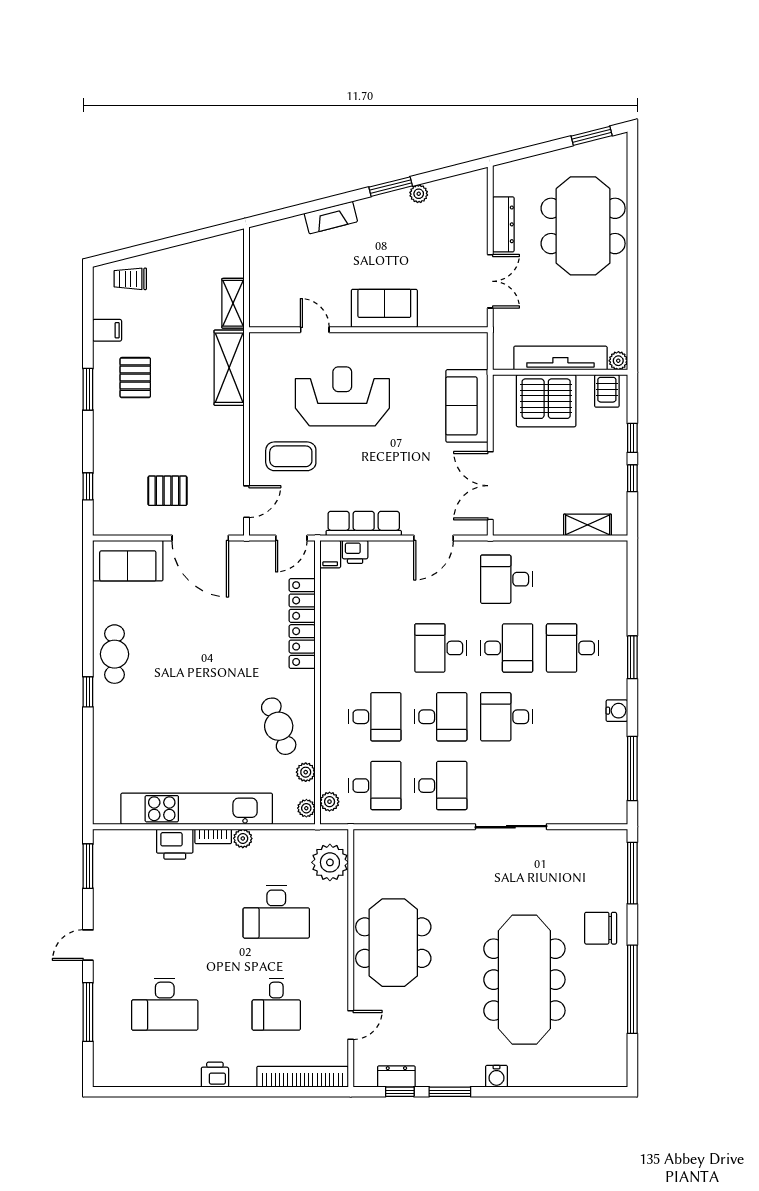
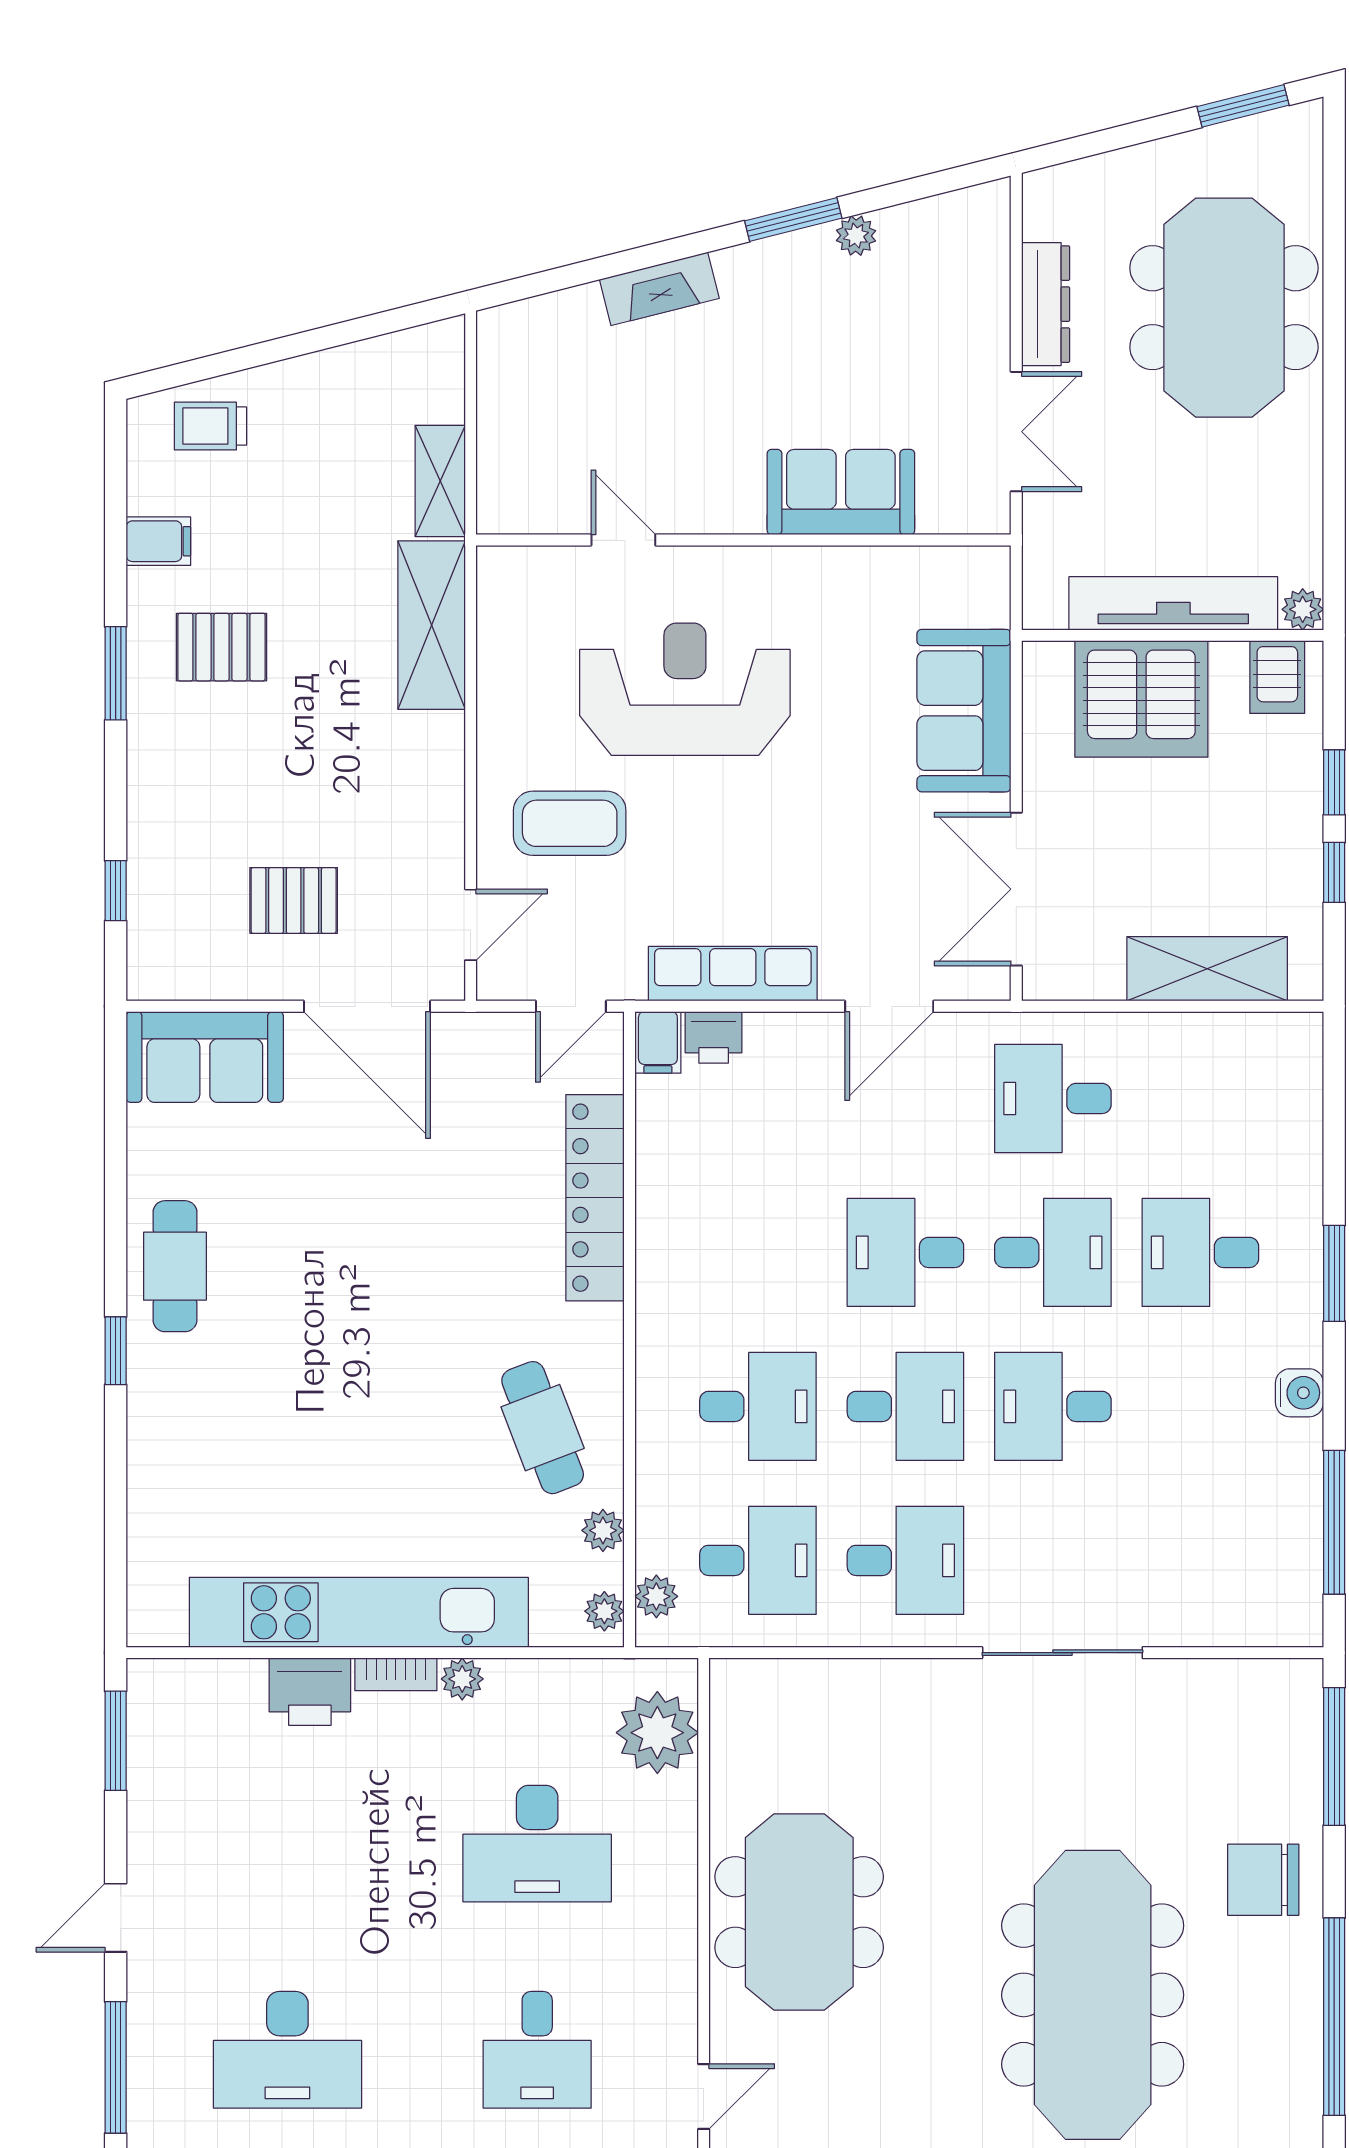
sofa: (384, 308) -> (841, 492), moved
pallet: (135, 378) -> (221, 647), turned 90
shelving: (588, 525) -> (1207, 969), width x1.50, depth x1.33

